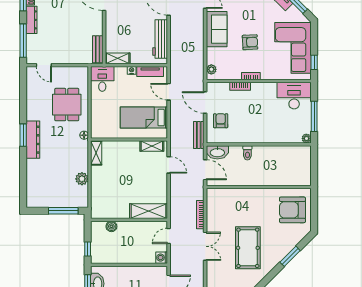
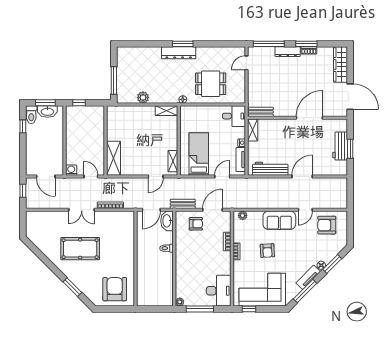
boiler: (111, 226) -> (100, 124), removed

